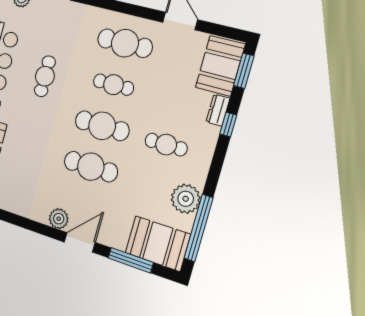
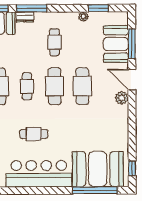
window: (228, 125) -> (32, 8), width x2.17
plant: (186, 199) -> (83, 17), width x0.53, depth x0.53
window: (199, 228) -> (98, 8), width x0.47
booth: (158, 244) -> (116, 44), moved

